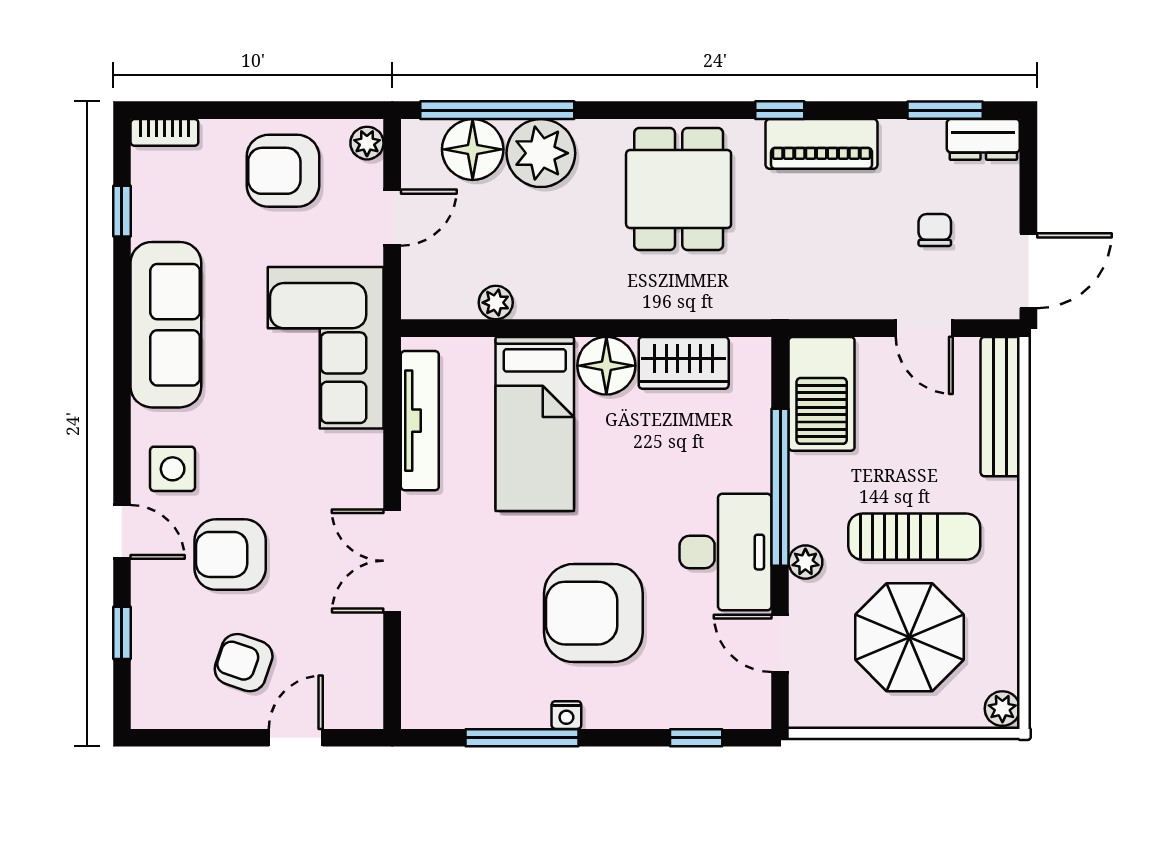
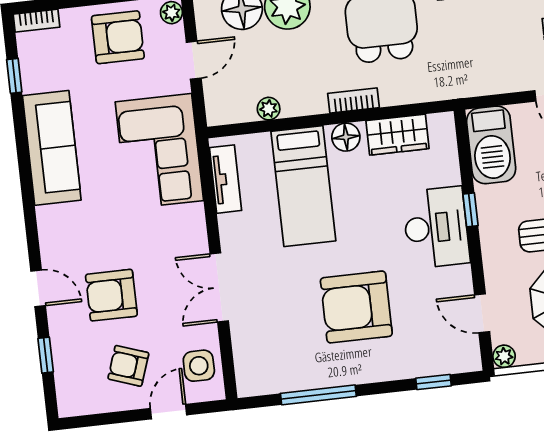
armchair: (283, 171) -> (118, 37), turned 180
bookcase: (624, 304) -> (354, 100), added
floor lamp: (606, 366) -> (346, 137), width x0.73, depth x0.73
tv unit: (420, 421) -> (226, 179), width x0.71
side table: (173, 469) -> (199, 366), moved
window: (780, 487) -> (471, 210), width x0.32
desk: (725, 552) -> (436, 228), moved
plant: (805, 562) -> (504, 356), moved
nightstand: (566, 715) -> (346, 377), removed

